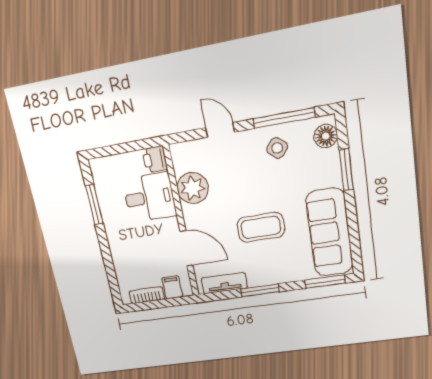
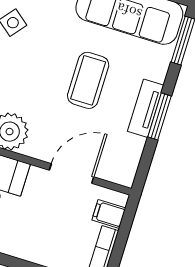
tv unit: (224, 283) -> (146, 108), moved

